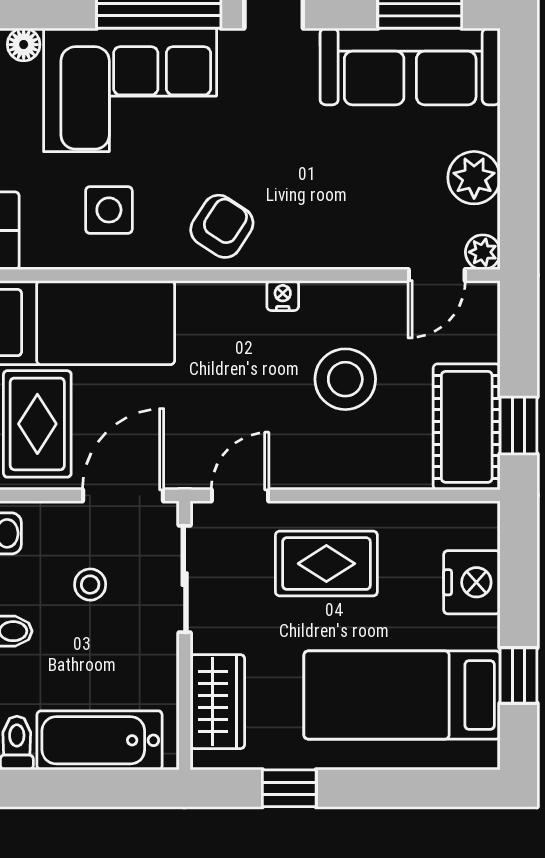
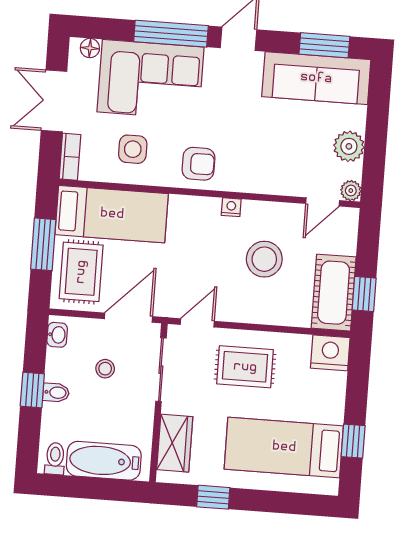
armchair: (222, 226) -> (198, 164), turned 57
nightstand: (472, 582) -> (330, 353), moved, turned -90

